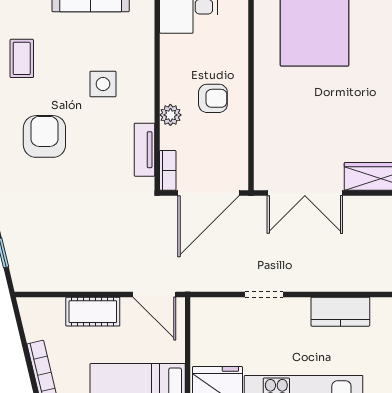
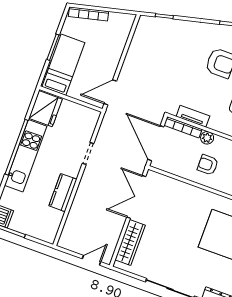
armchair: (213, 98) -> (208, 165), turned 90
bookcase: (168, 170) -> (183, 127), width x1.56
cot: (93, 312) -> (113, 55), removed

